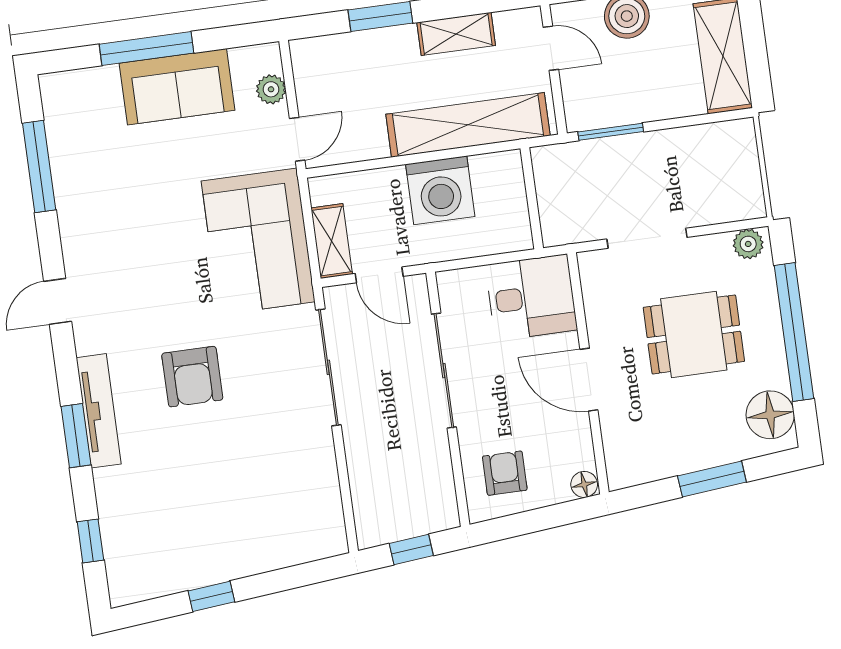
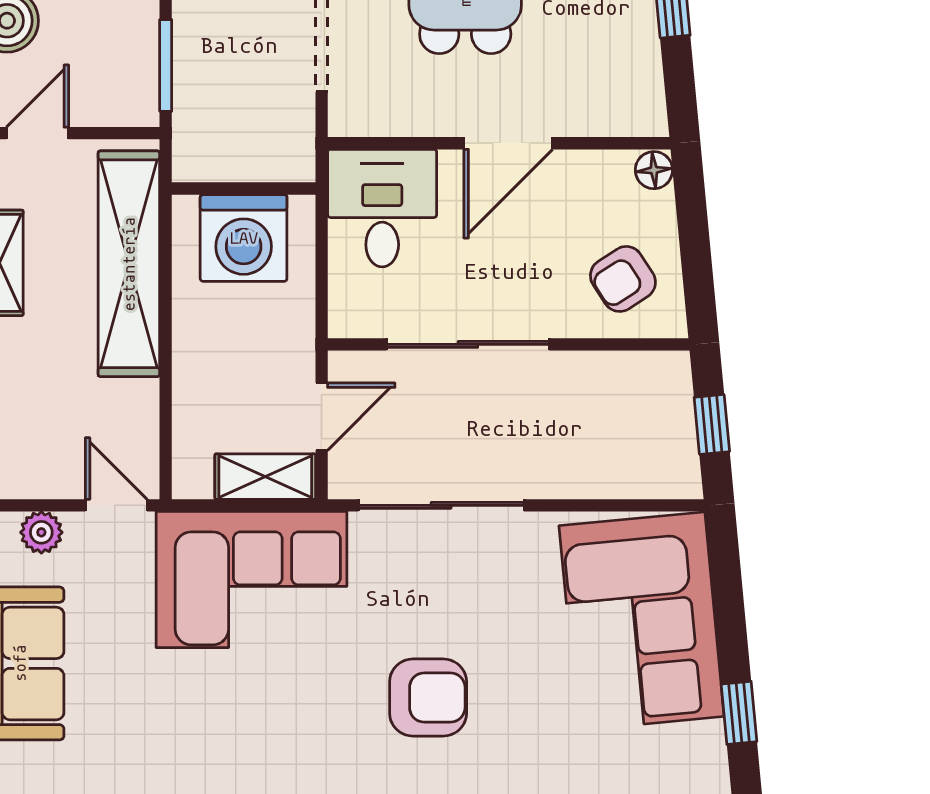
washing machine: (440, 190) -> (244, 238), moved, turned 90
armchair: (505, 473) -> (623, 279), turned -33
corner sofa: (266, 519) -> (642, 621), added

